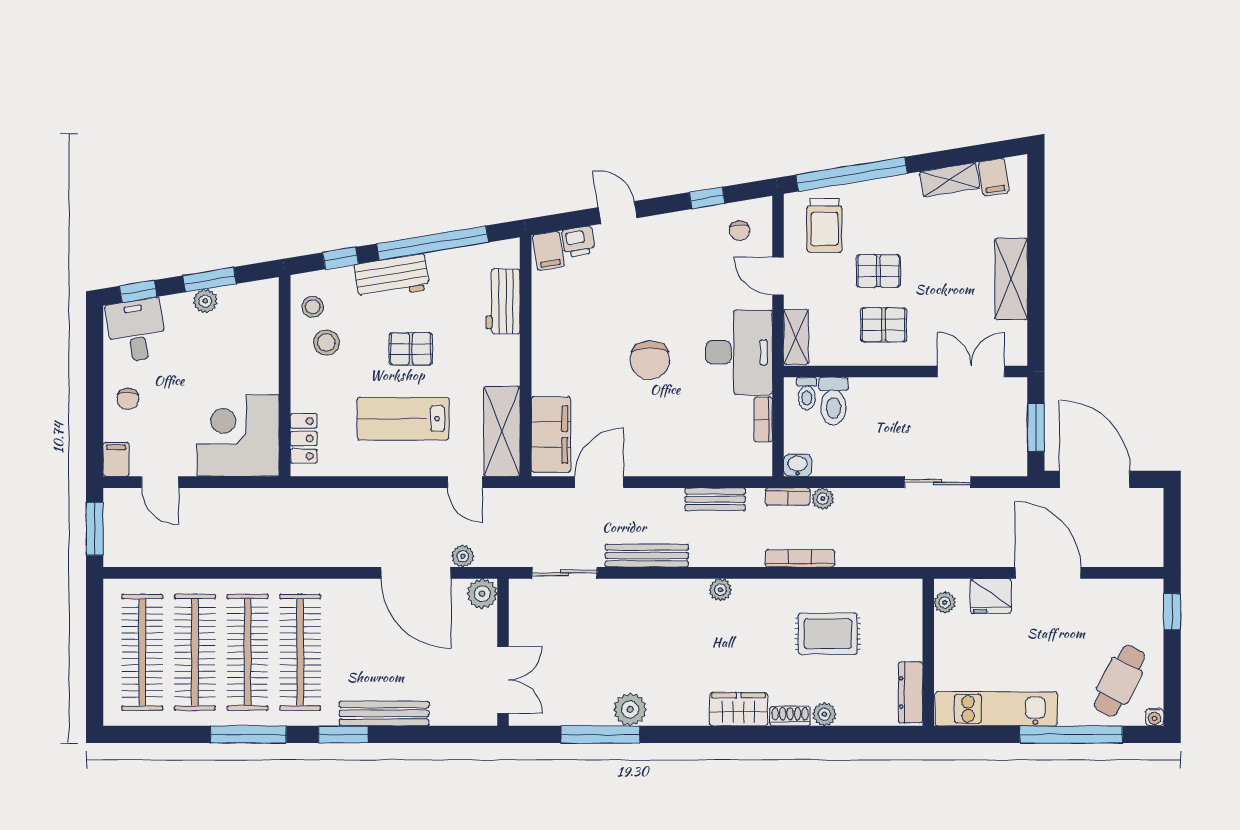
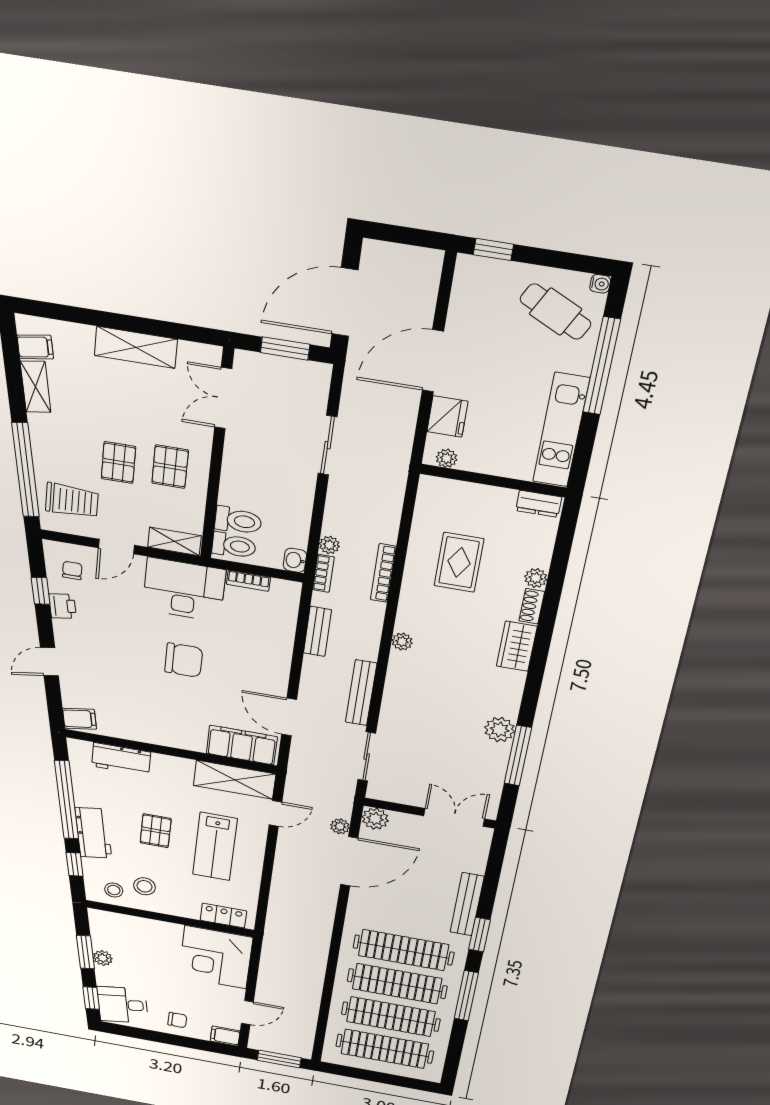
chair: (739, 231) -> (72, 570), turned -90
printer: (578, 242) -> (63, 606), moved
toilet: (807, 393) -> (234, 546), width x1.37, depth x1.39
dresser: (911, 692) -> (539, 504), width x0.70

